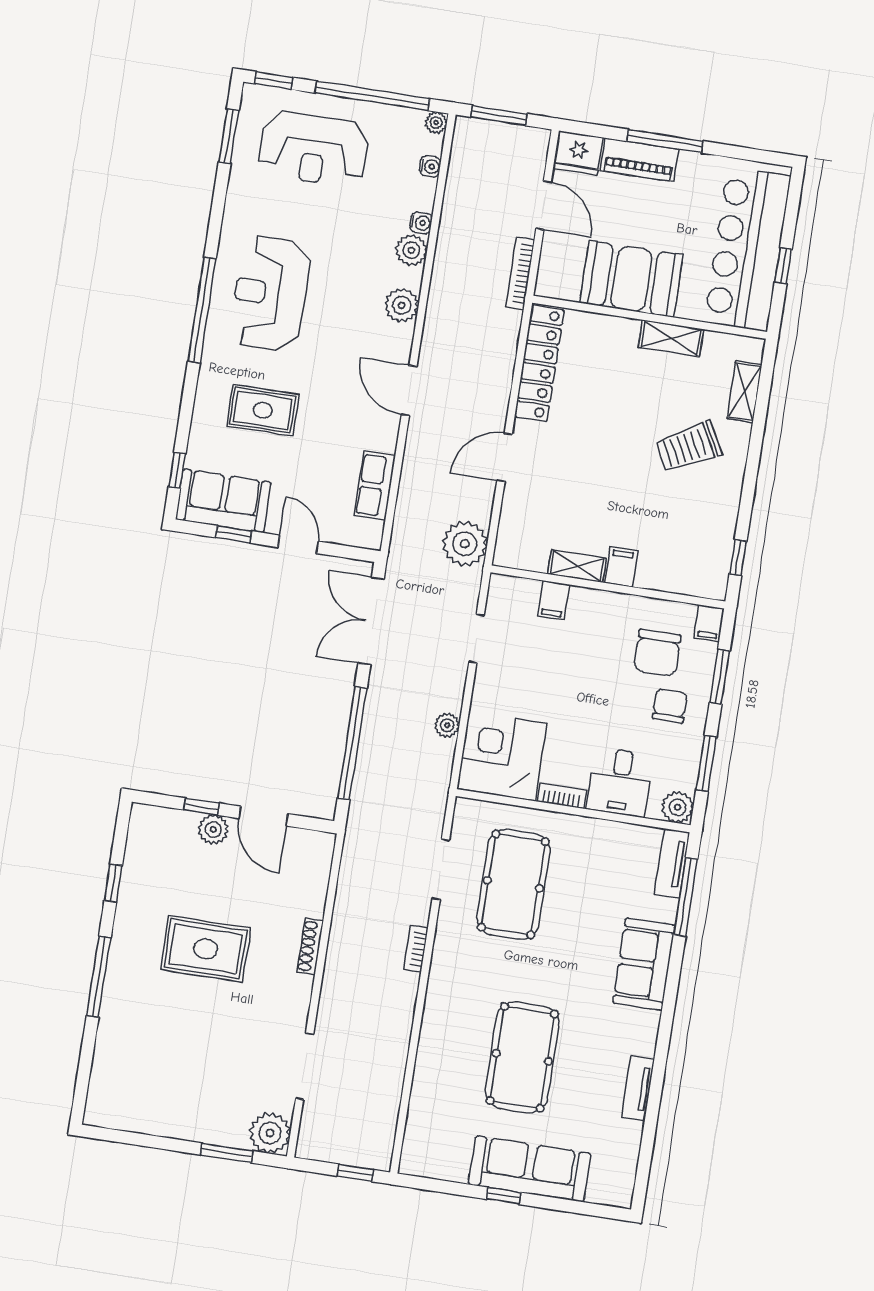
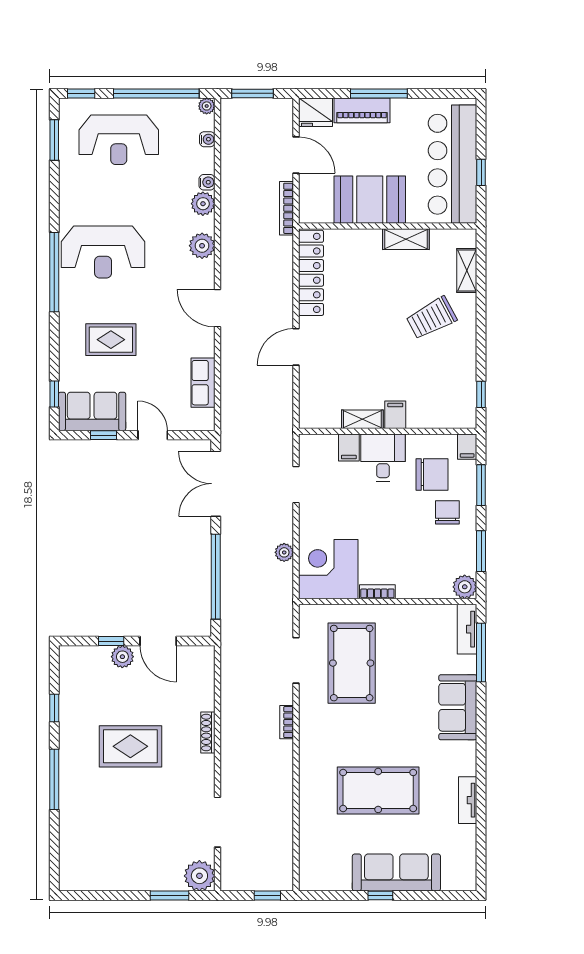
reception desk: (270, 293) -> (103, 252), turned -90
plant: (465, 544) -> (276, 416), removed
chair: (657, 653) -> (432, 474), turned -90
desk: (620, 782) -> (383, 458), moved, turned 180
pool table: (522, 1057) -> (378, 790), turned 90

